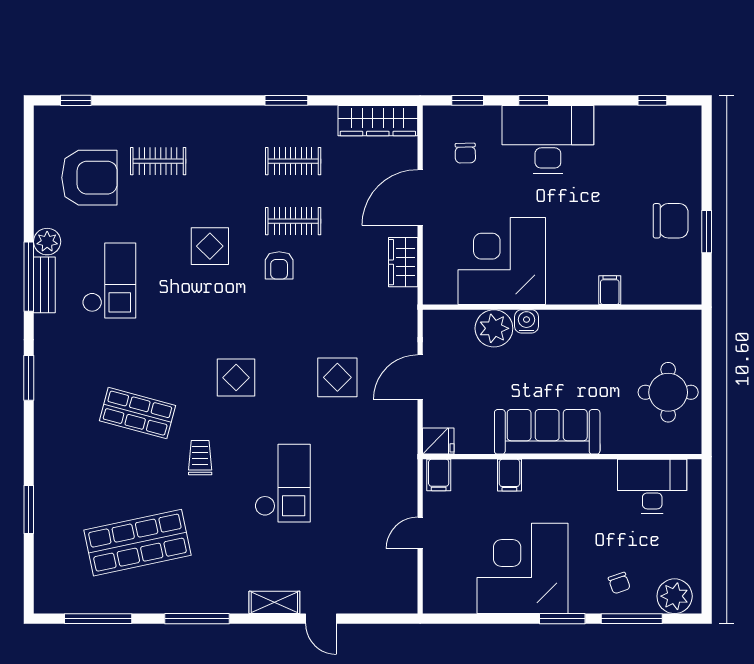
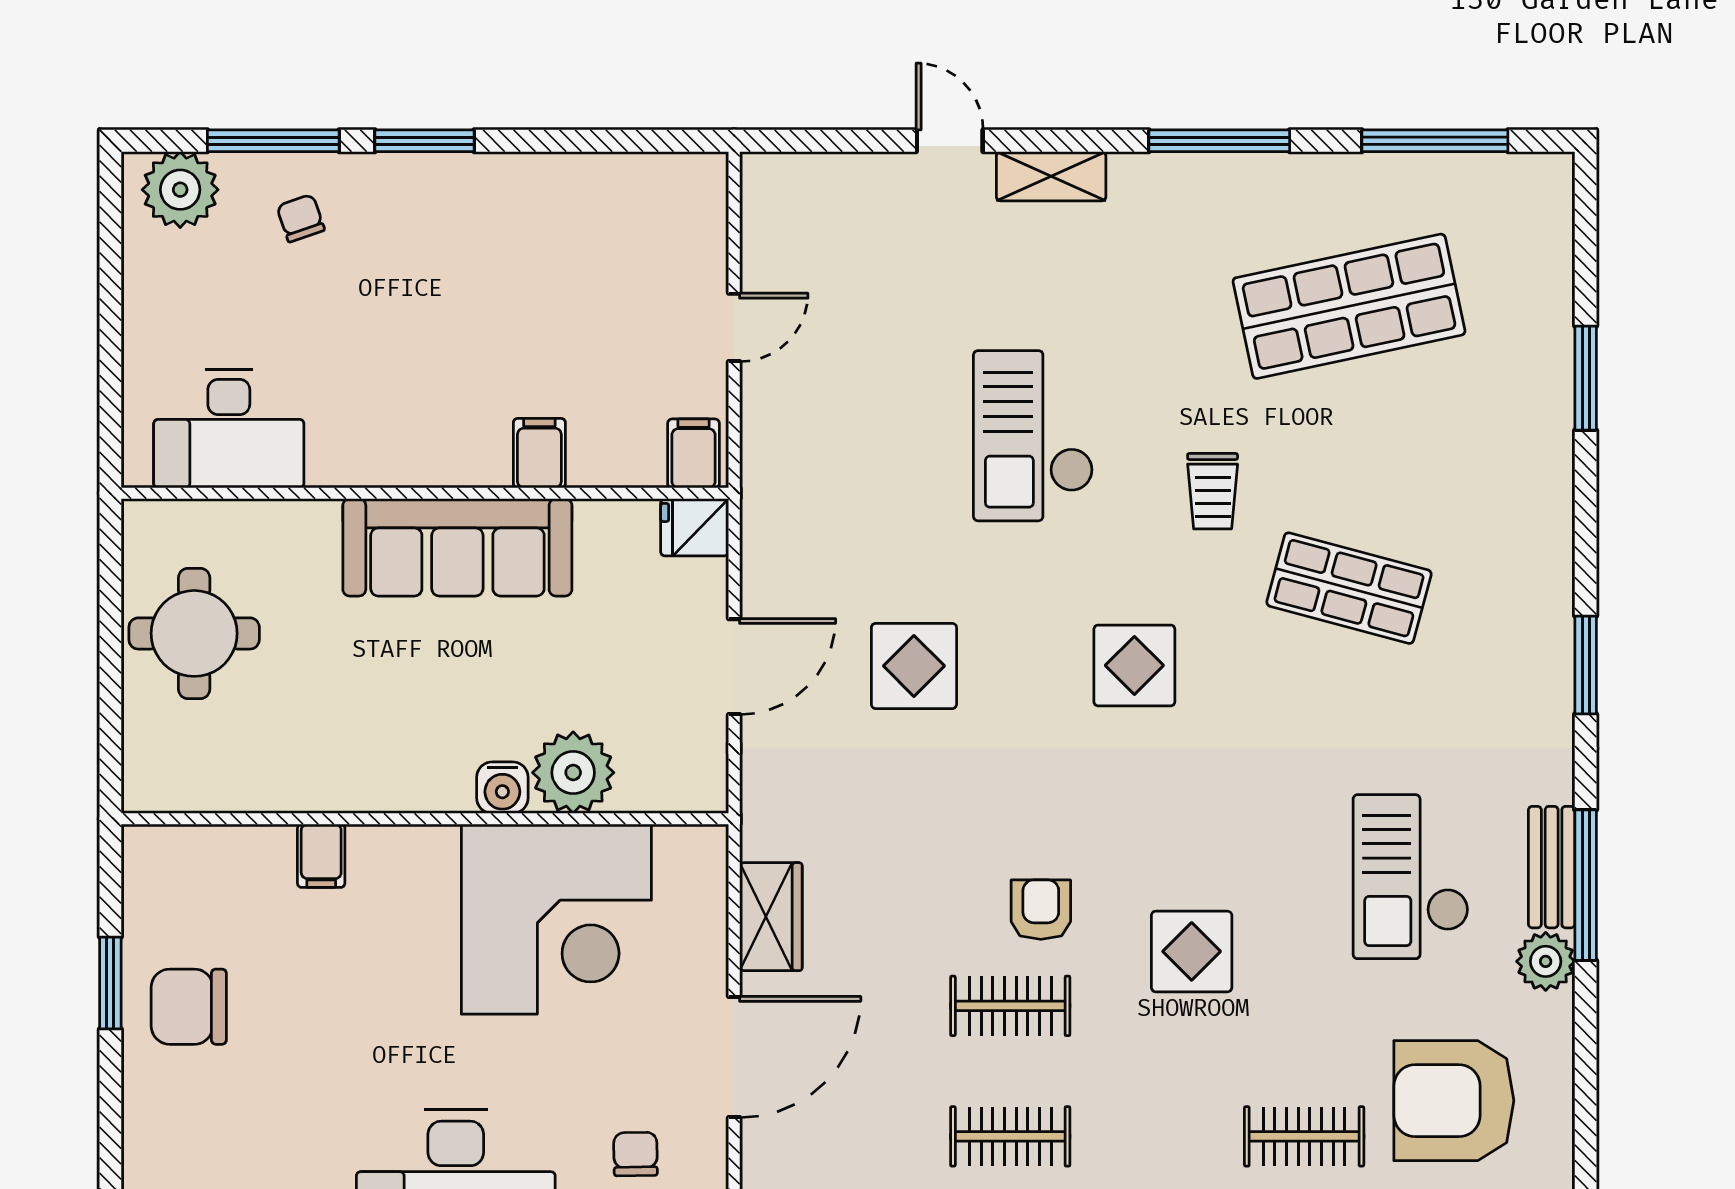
corner desk: (522, 568) -> (511, 250), removed

